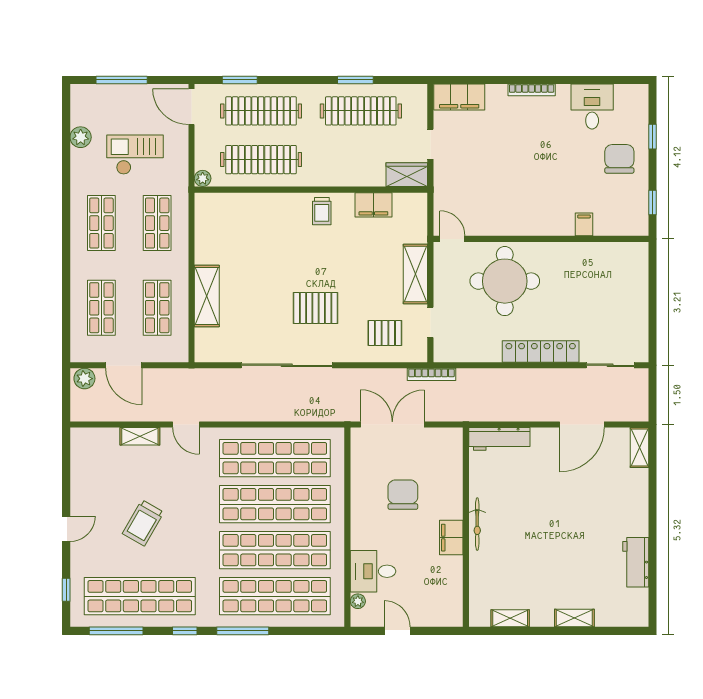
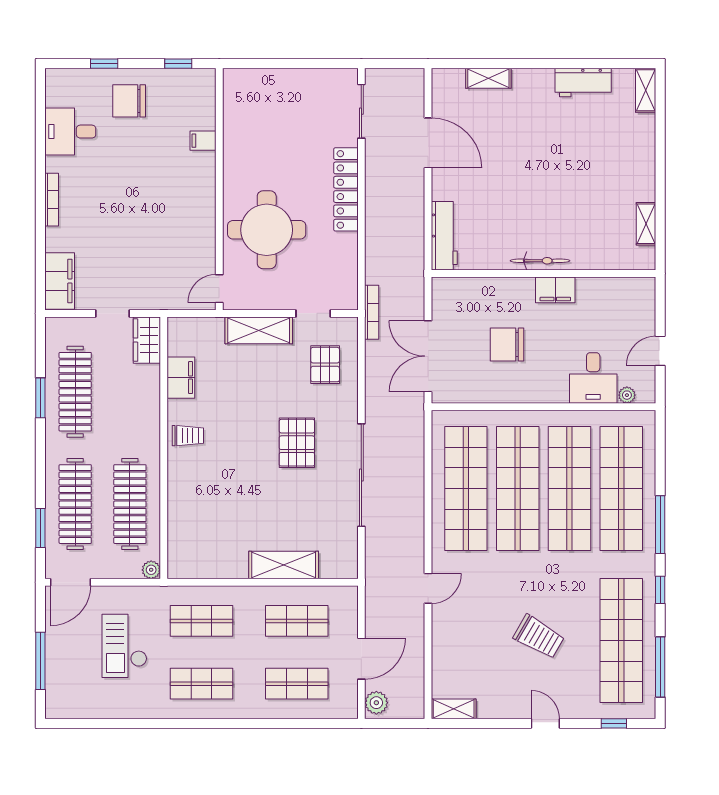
plant: (81, 137) -> (105, 707), removed
shelving: (140, 436) -> (454, 709), moved, turned 90
shelving: (640, 447) -> (488, 78), moved
shelving: (574, 618) -> (646, 90), moved

